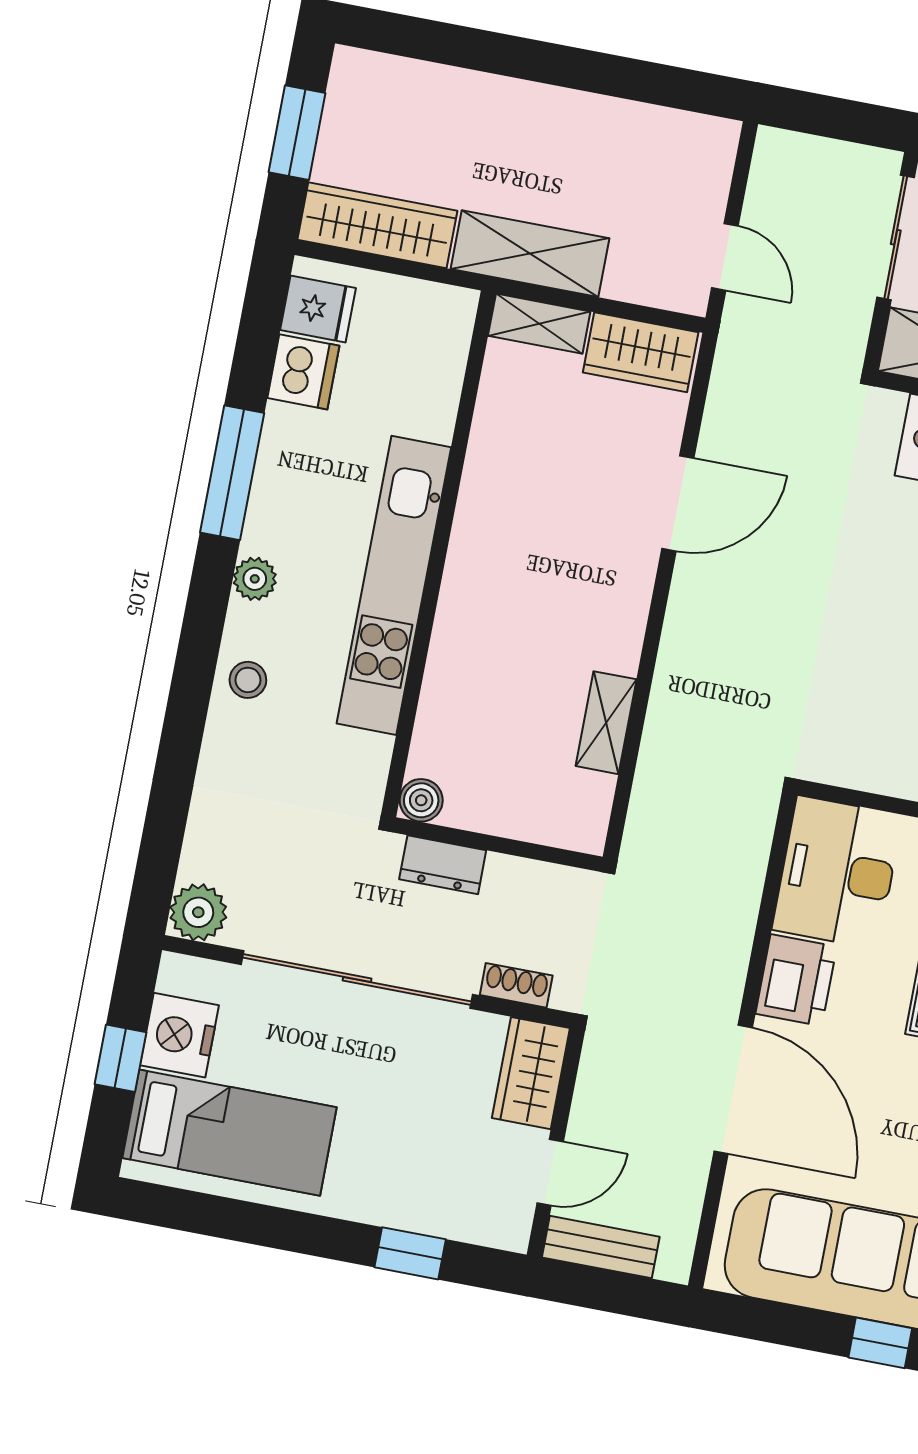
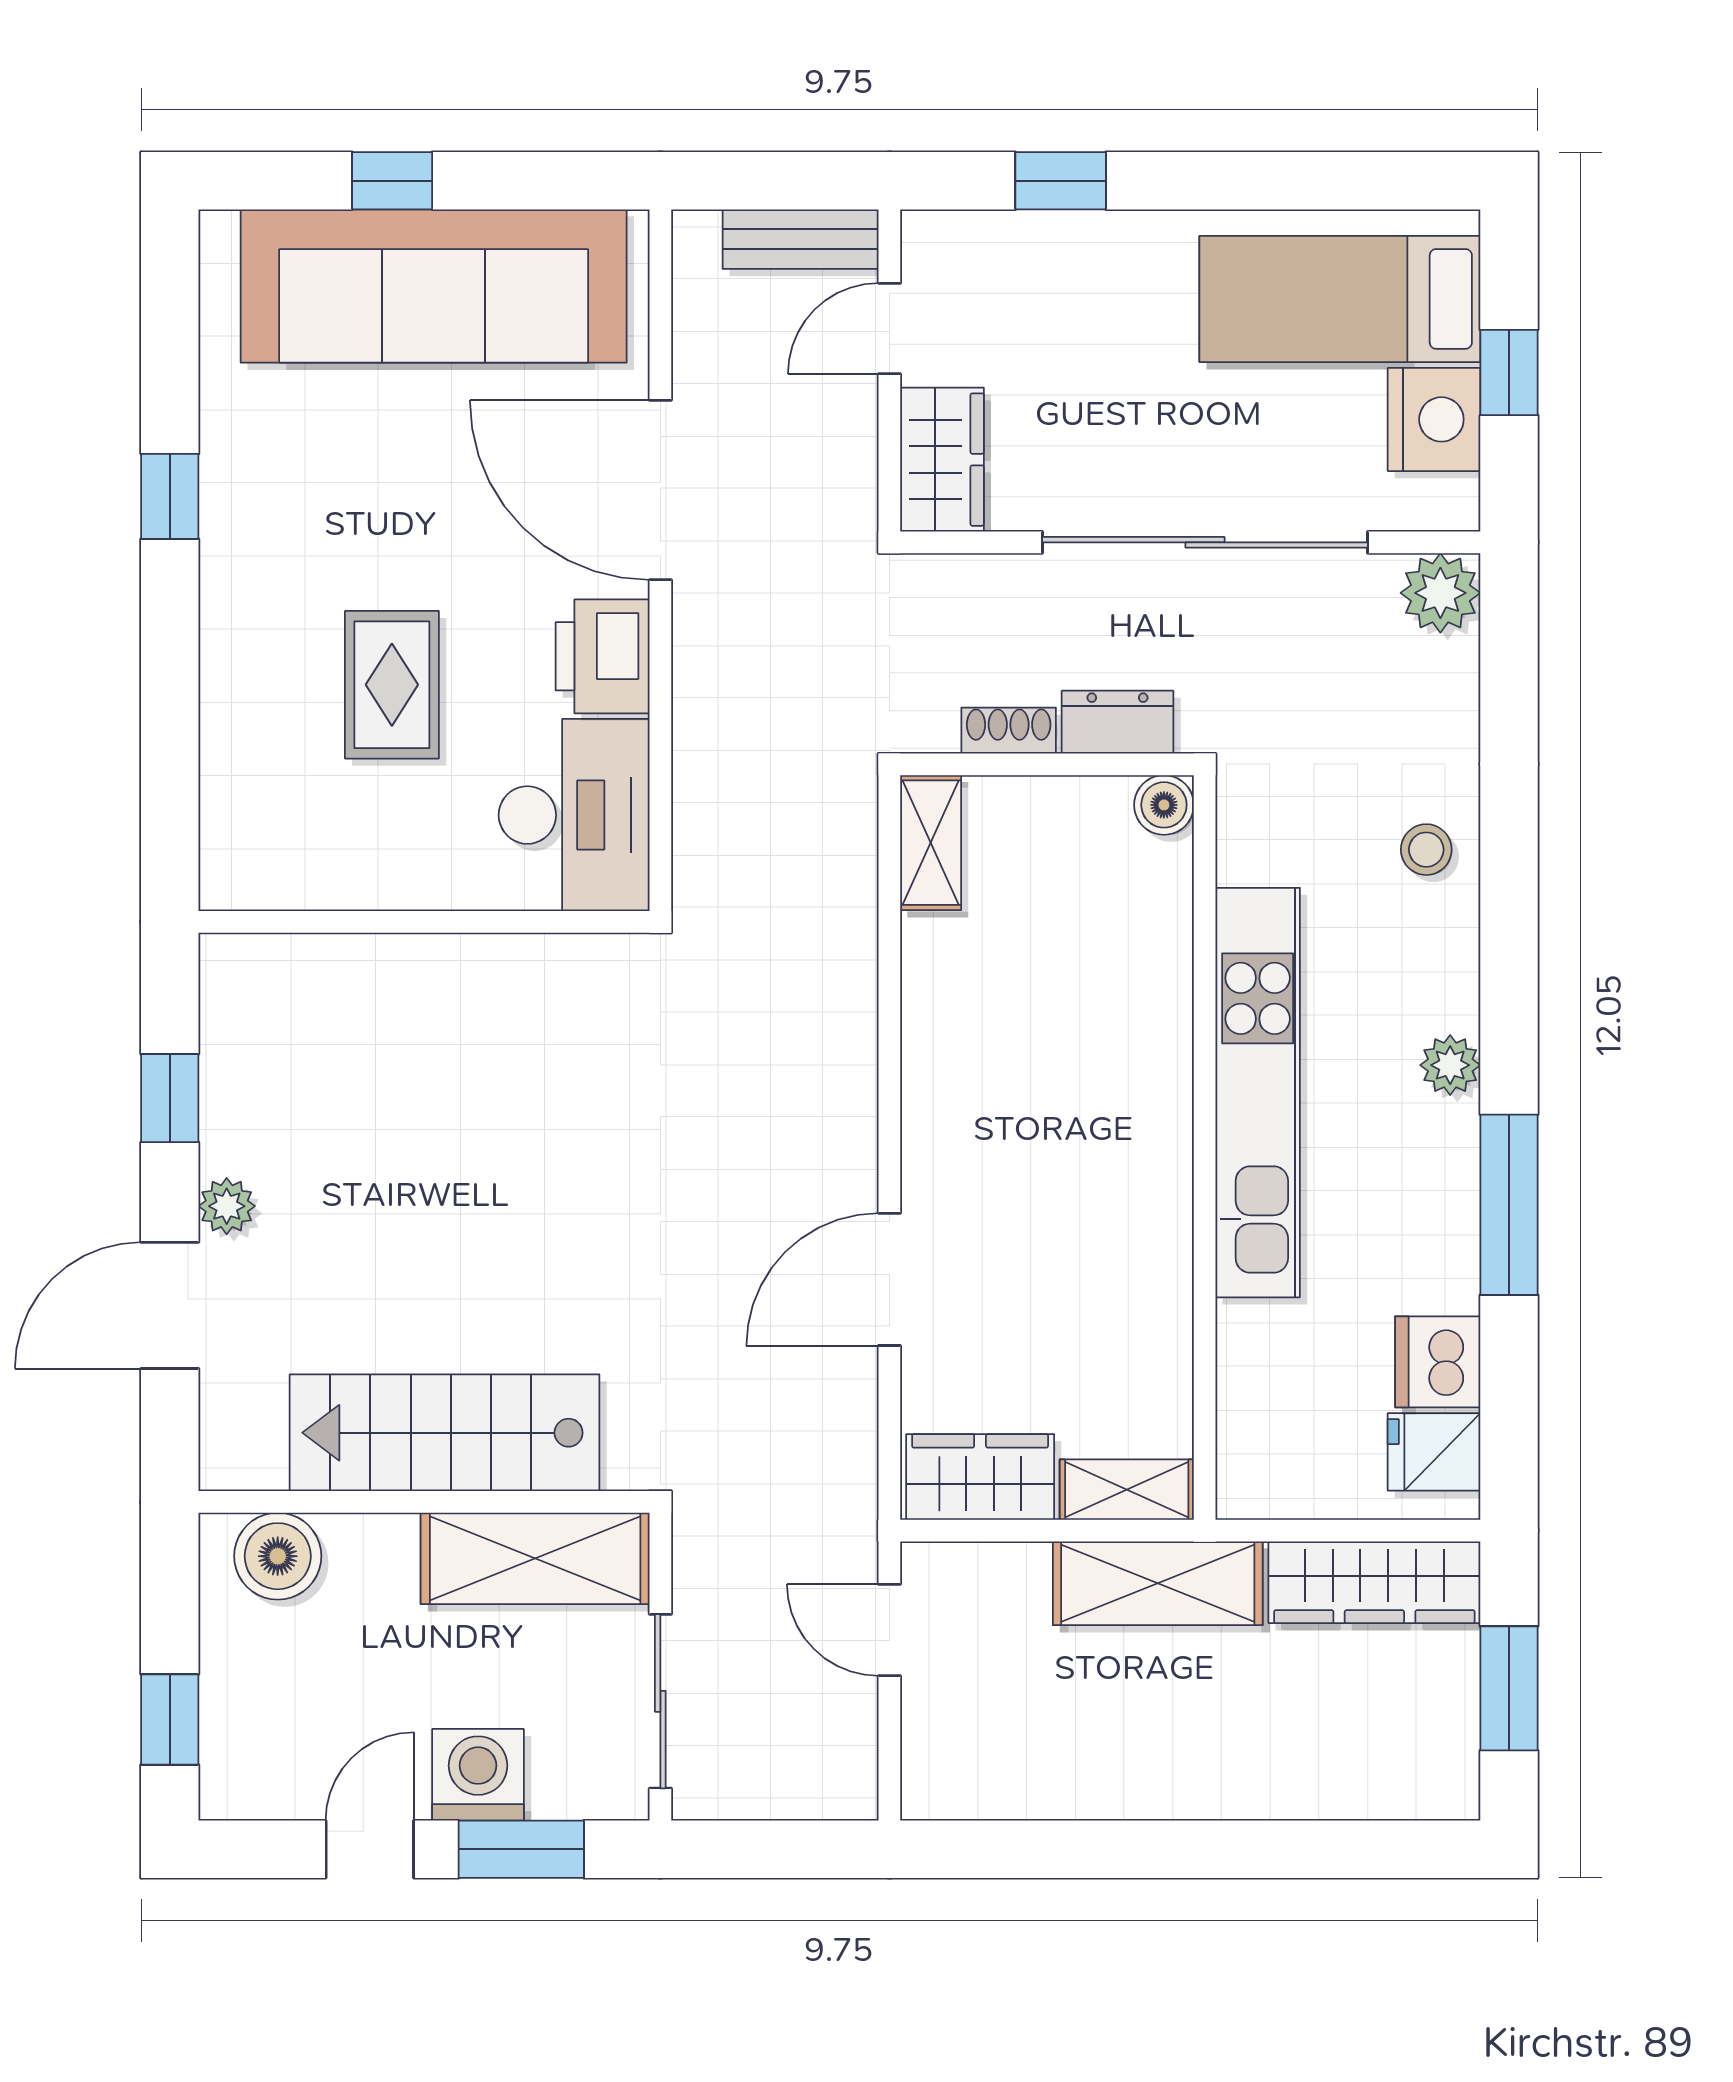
stool: (248, 680) -> (1426, 850), moved
shelving: (606, 723) -> (931, 843), moved
shoe rack: (516, 985) -> (1009, 731), moved, turned 180

